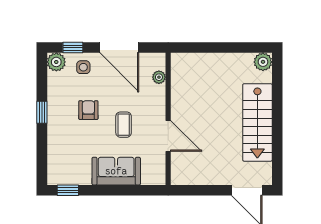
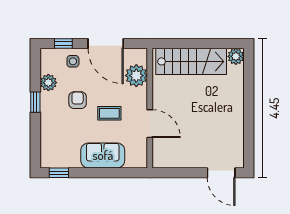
plant: (56, 62) -> (48, 83), moved
plant: (159, 77) -> (136, 76), width x1.87, depth x1.87
stairs: (257, 122) -> (191, 61), moved, turned -90
coffee table: (124, 125) -> (109, 113), turned 90

